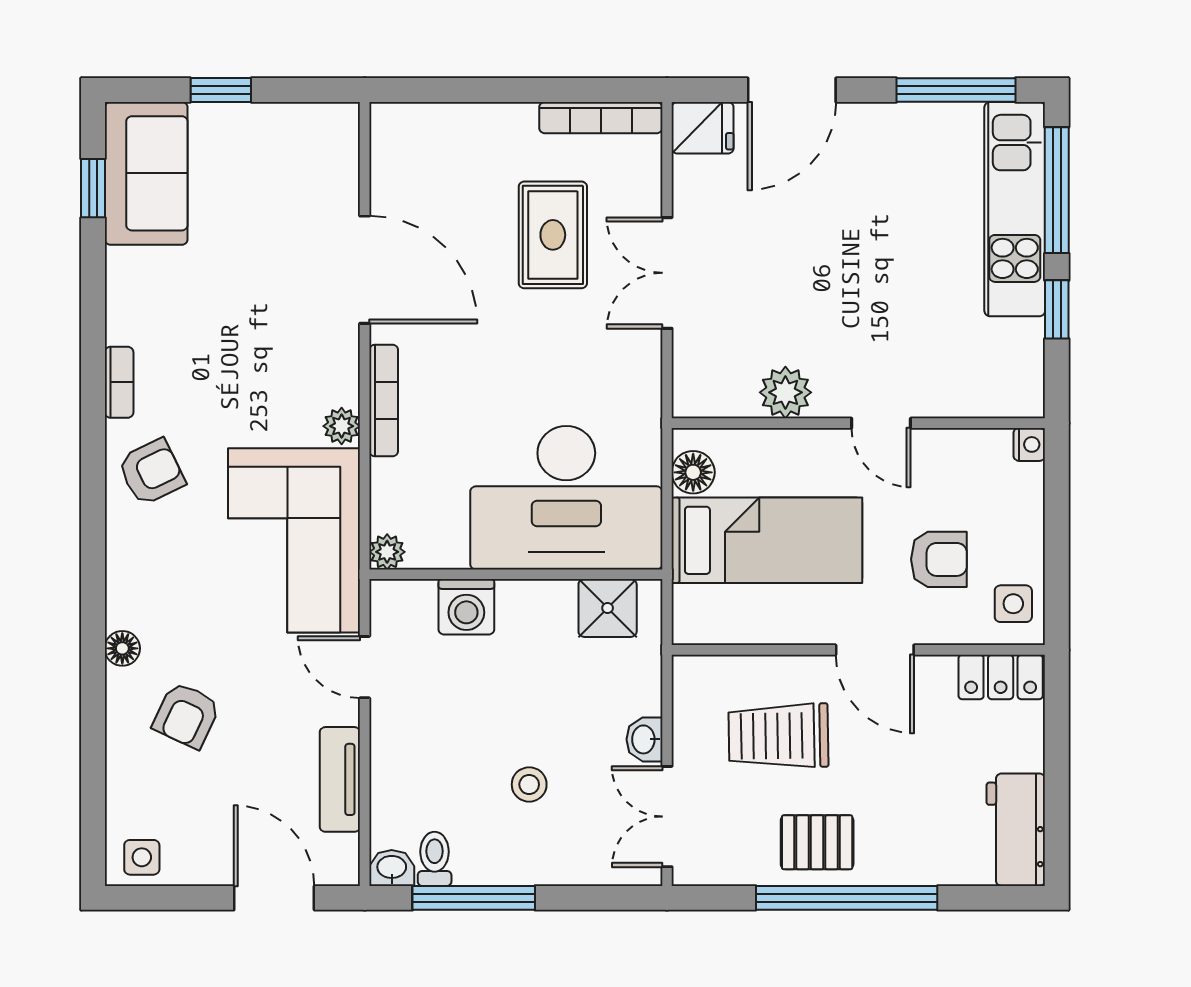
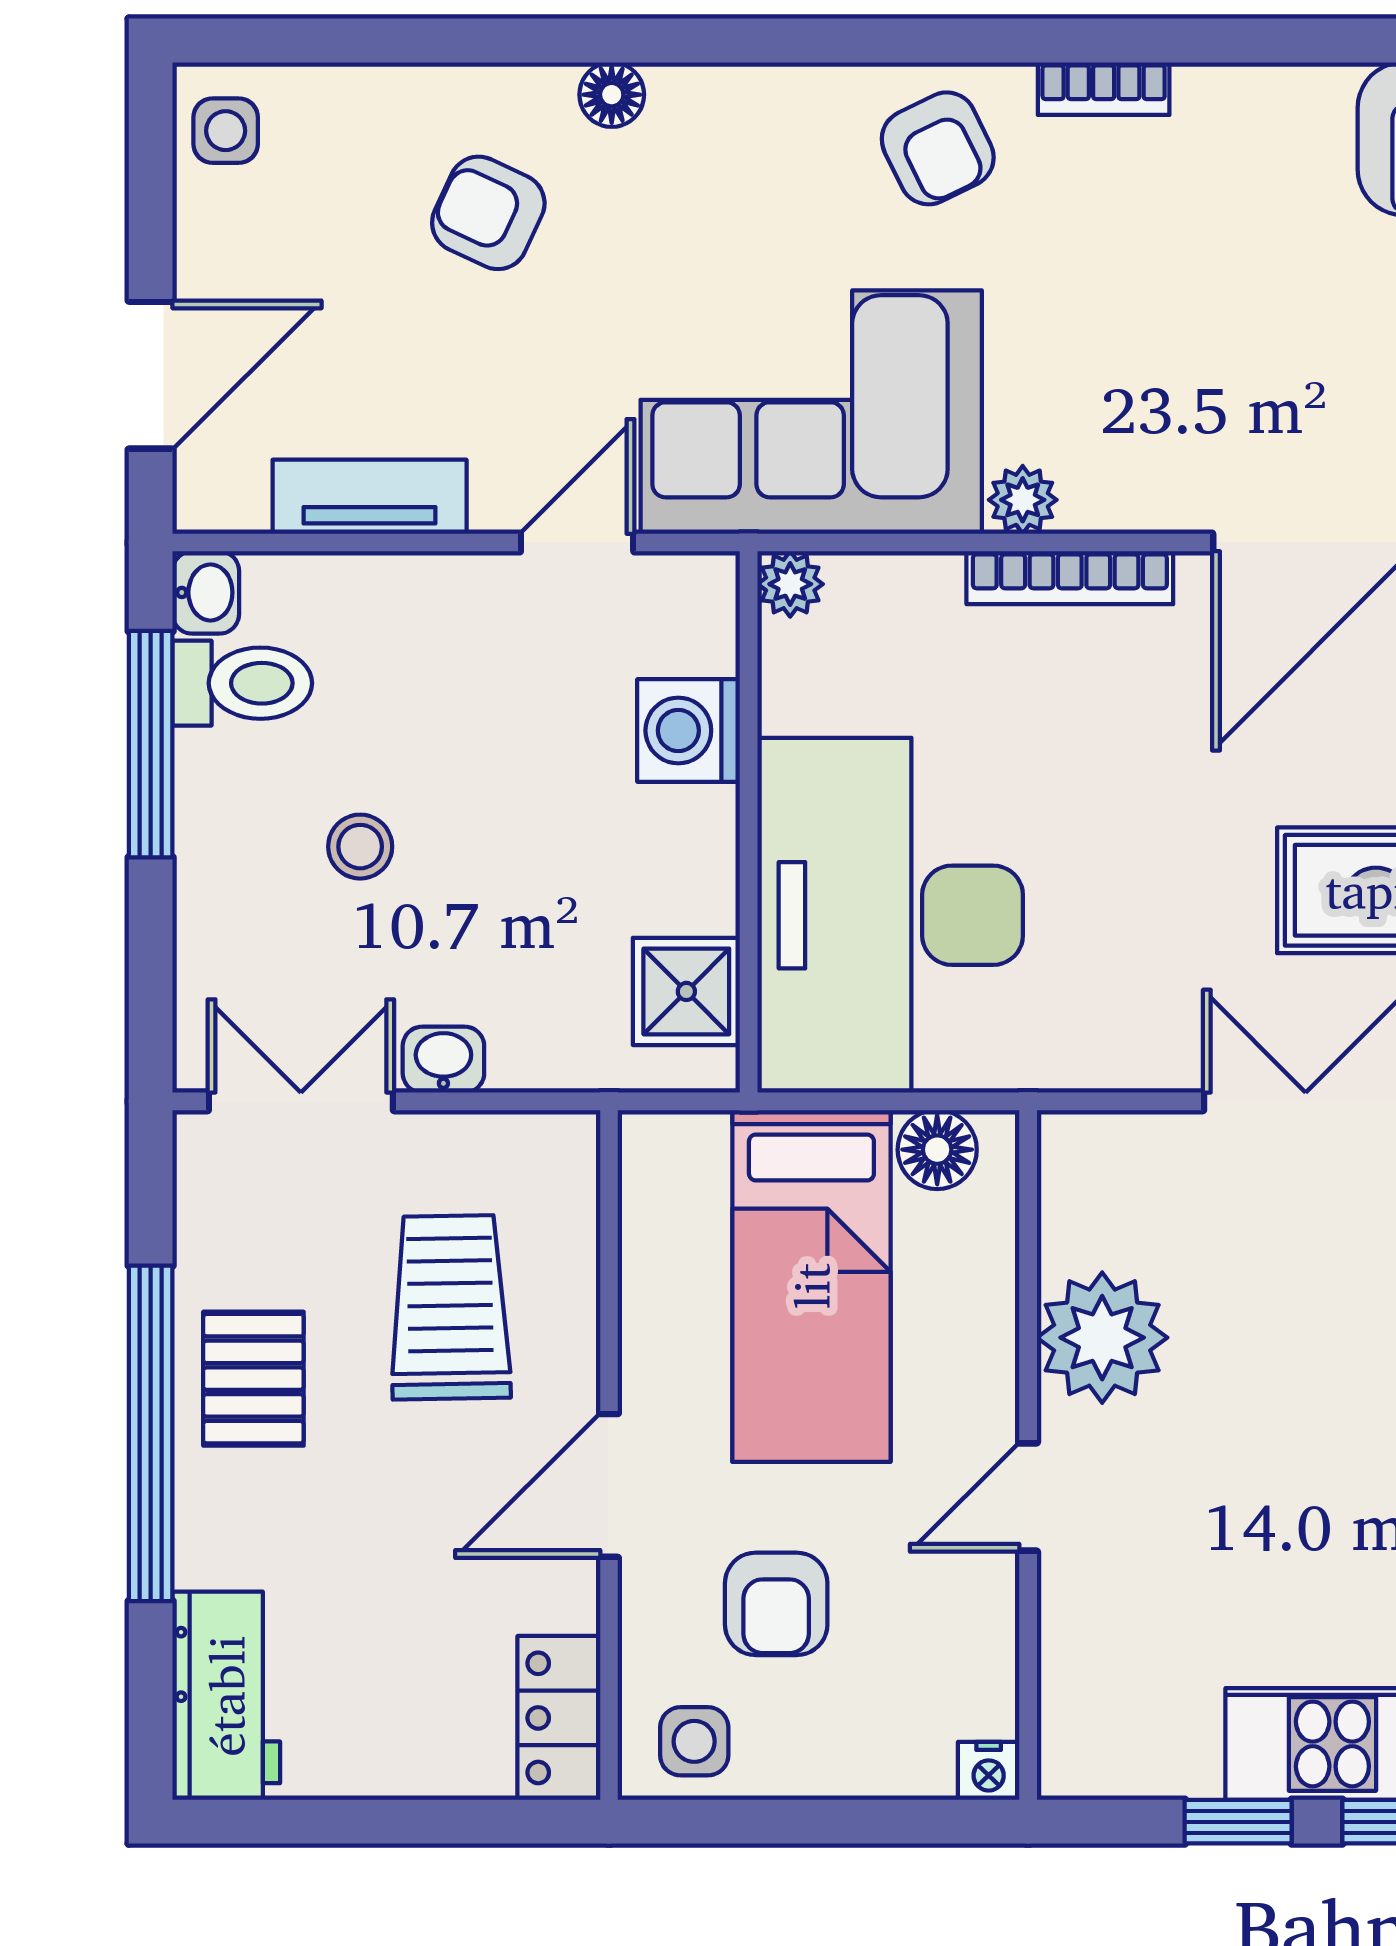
plant: (785, 392) -> (1102, 1338), width x1.36, depth x1.36
workbench: (1016, 830) -> (226, 1696), moved, turned 90
toilet: (435, 859) -> (242, 683), width x1.37, depth x1.39

